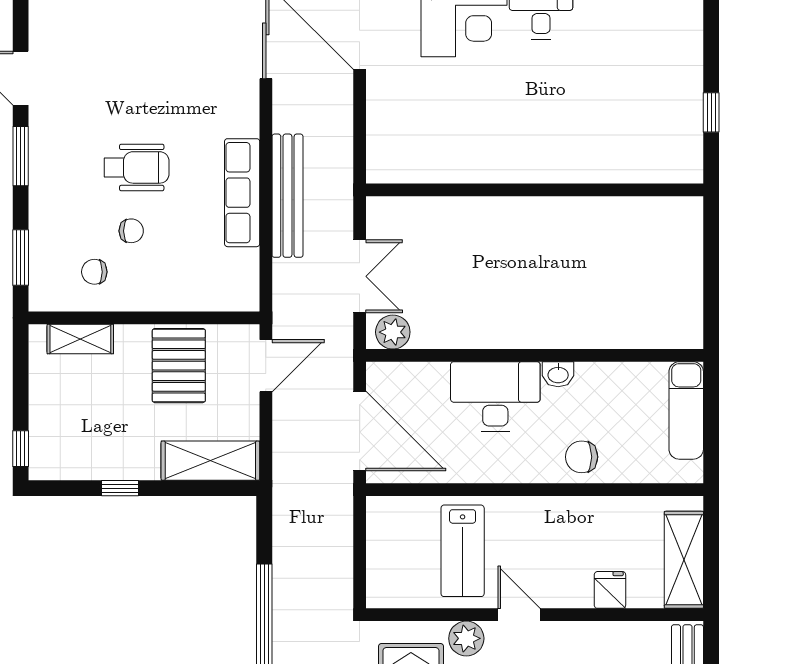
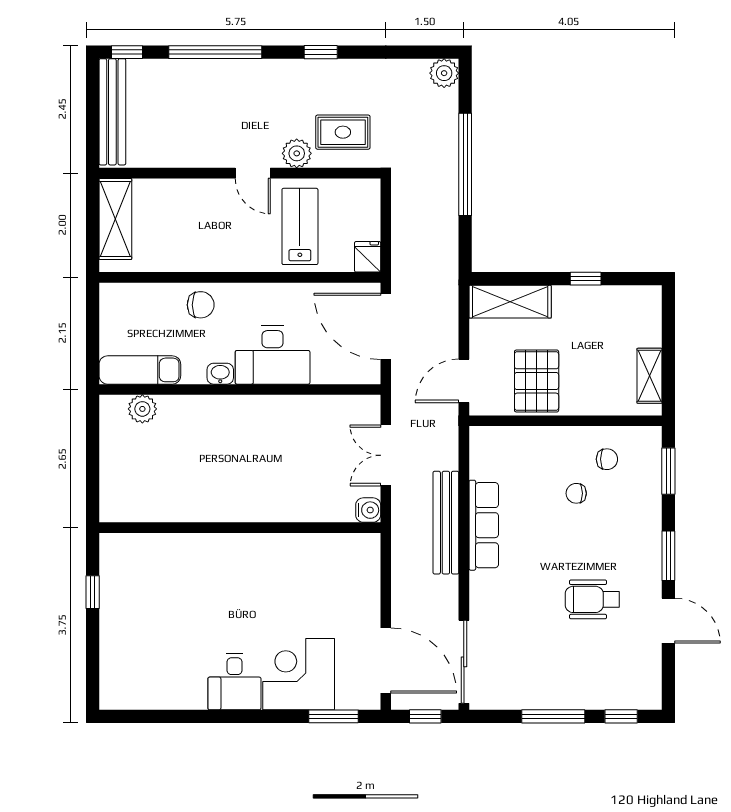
wheelchair: (137, 167) -> (592, 599), moved
water cooler: (381, 211) -> (368, 510), added
plant: (393, 332) -> (142, 409), moved
shelving: (80, 339) -> (650, 376), moved, turned 90
exam couch: (686, 410) -> (140, 370), moved, turned -90
window: (21, 449) -> (668, 312), removed
fridge: (610, 590) -> (368, 257), moved, turned 180

